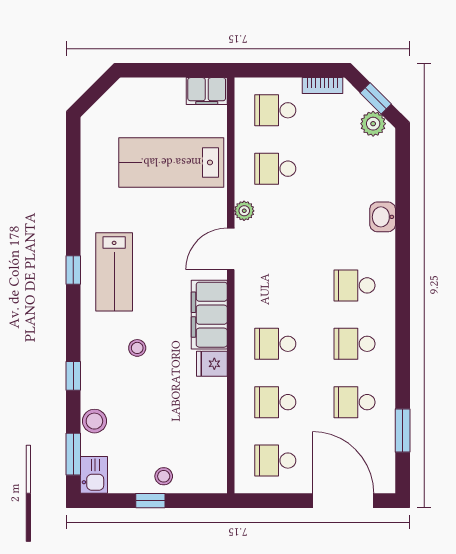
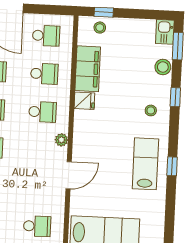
plant: (244, 211) -> (61, 140), moved
filing cabinet: (209, 315) -> (88, 69), moved
stool: (137, 348) -> (151, 110), moved
stool: (164, 476) -> (100, 28), moved
window: (150, 501) -> (104, 12), moved

